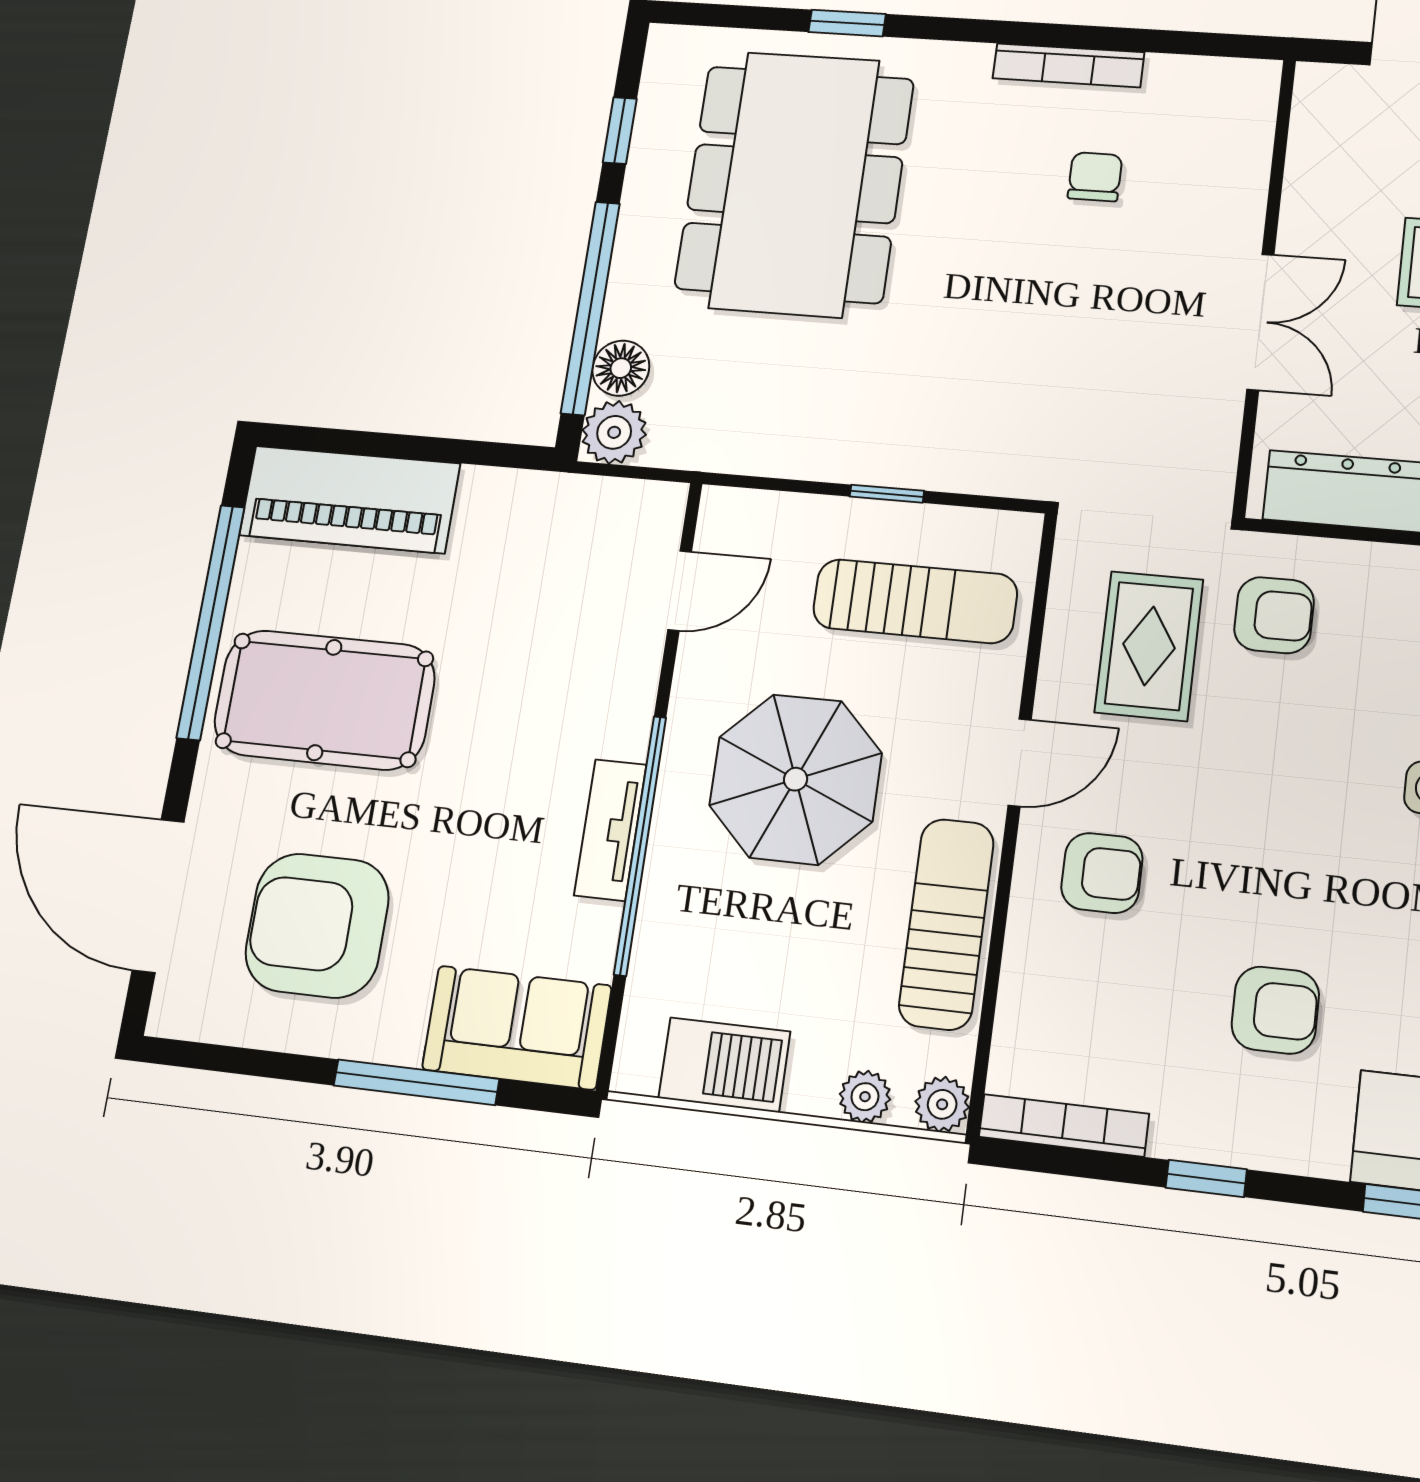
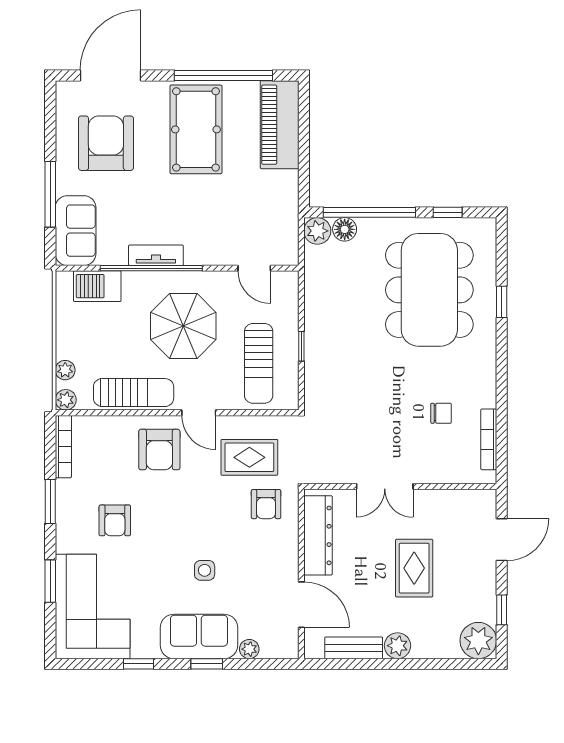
bookcase: (1068, 65) -> (489, 439), moved
dining table: (794, 184) -> (429, 290), turned 90
armchair: (1102, 873) -> (159, 450), width x1.38, depth x1.38
barbecue: (724, 1065) -> (97, 286), moved, turned 90
window: (1206, 1179) -> (50, 502), width x1.50

